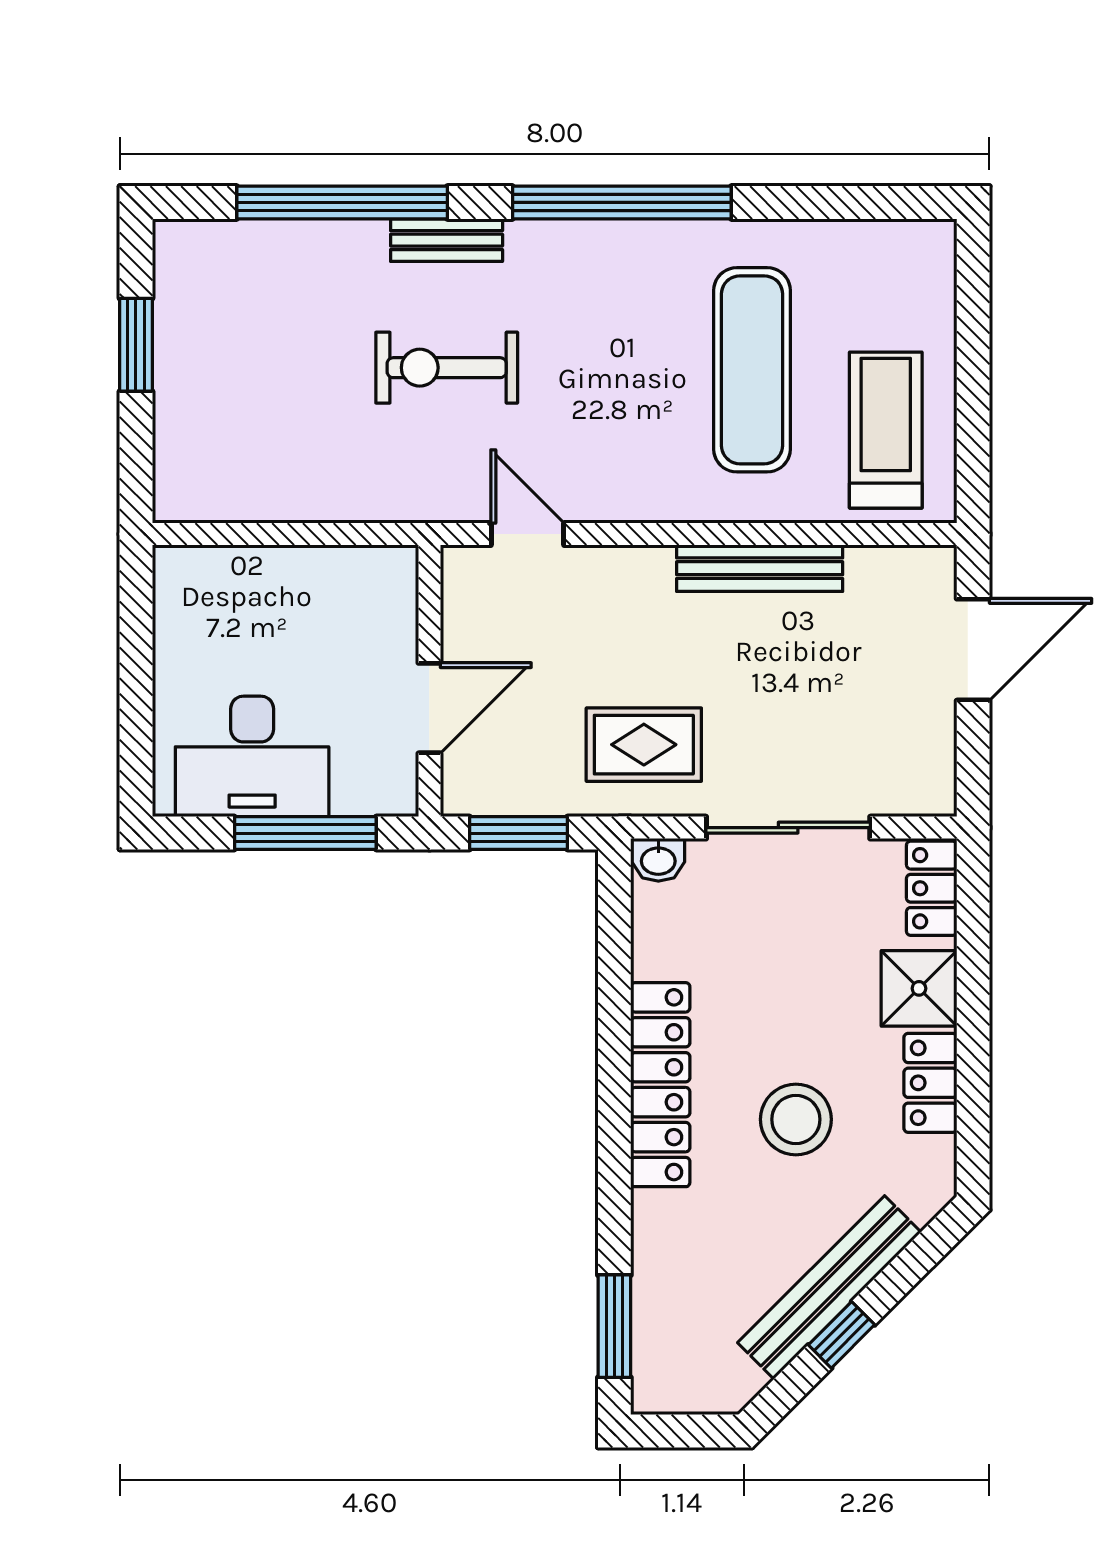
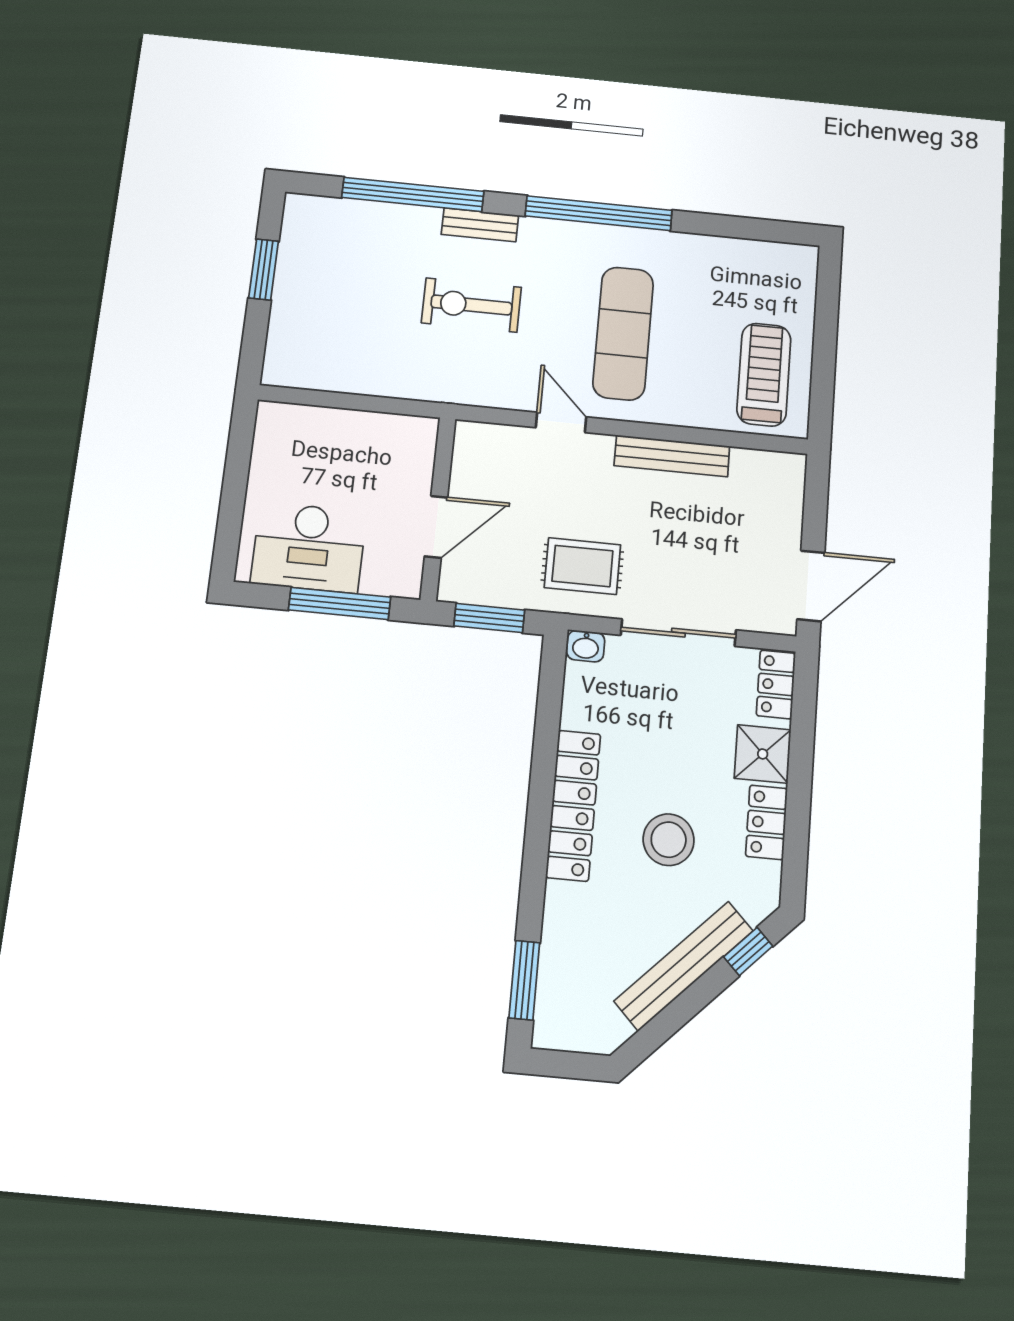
exercise mat: (752, 370) -> (623, 333), moved
door: (528, 534) -> (561, 422), moved
door: (973, 650) -> (811, 586), moved
window: (842, 1335) -> (748, 951), moved

